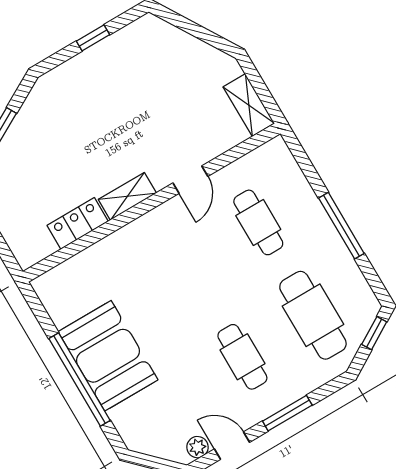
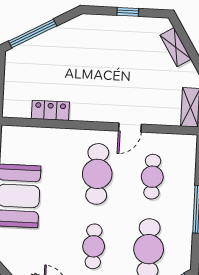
shelving: (127, 196) -> (176, 47), moved, turned 59
cafe table: (188, 264) -> (97, 174), added

